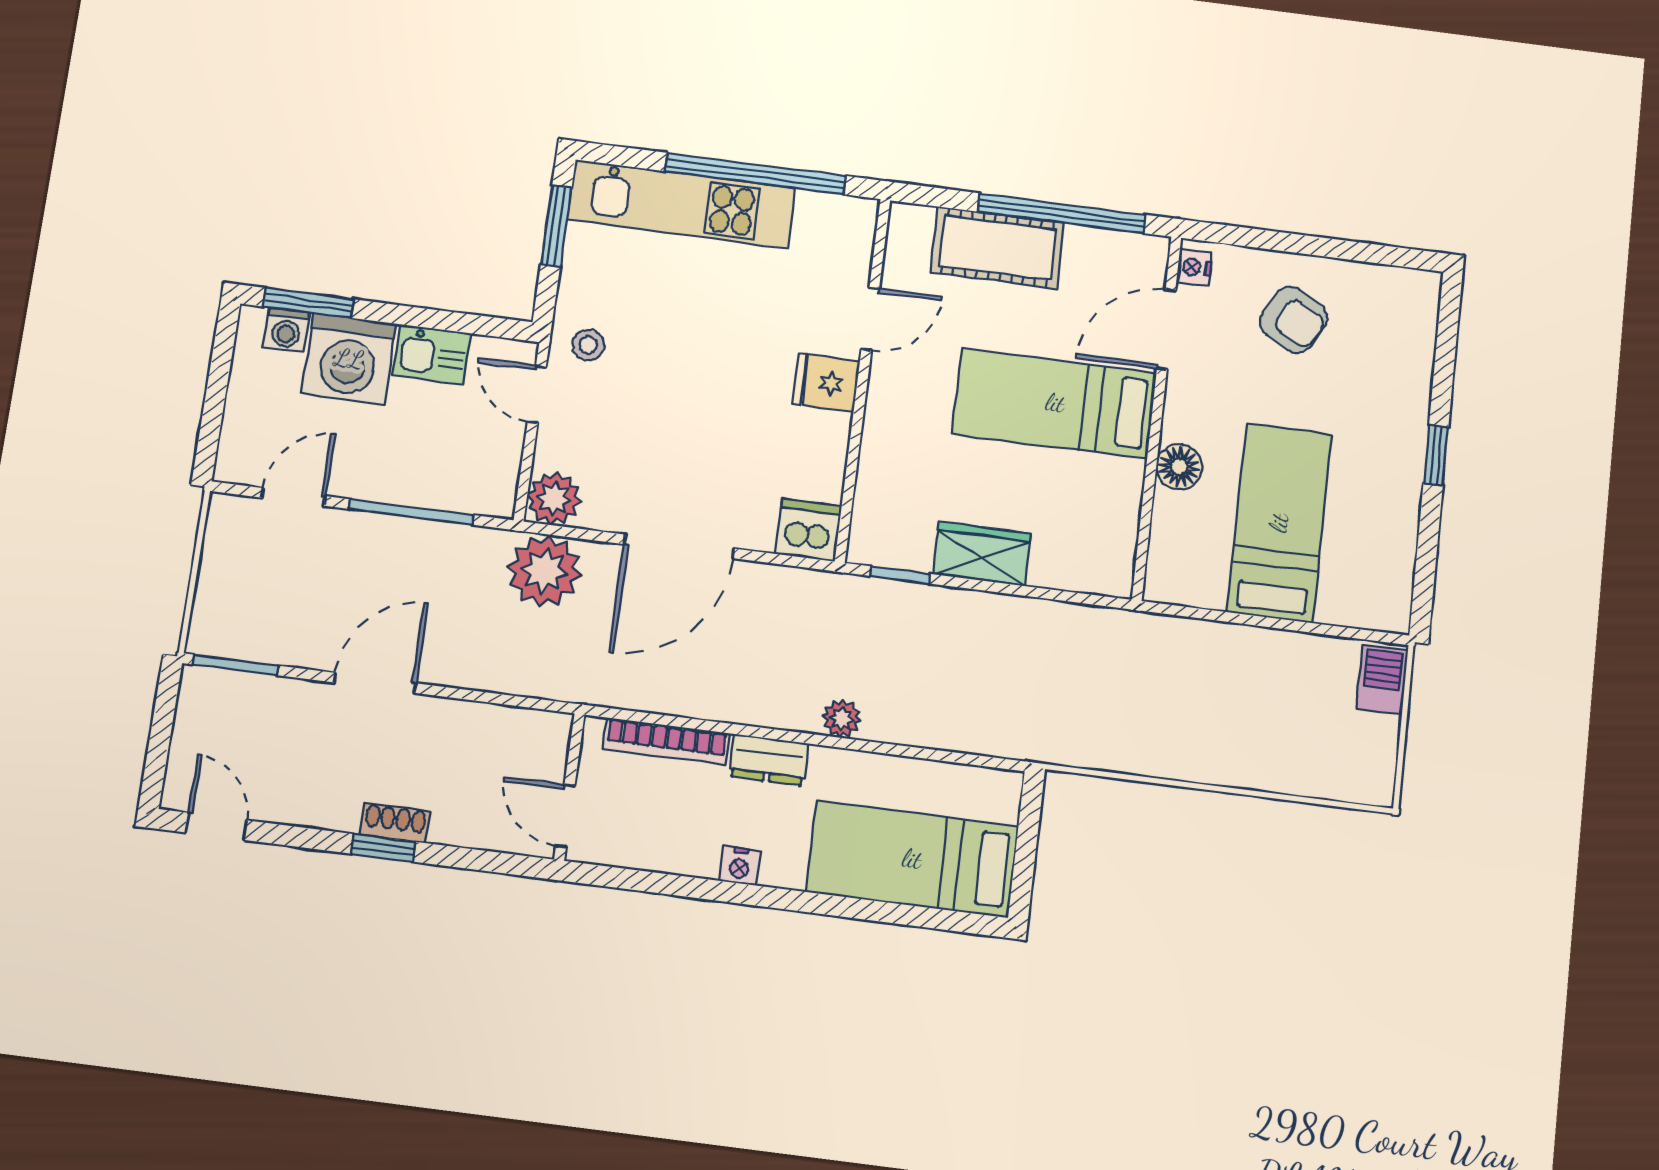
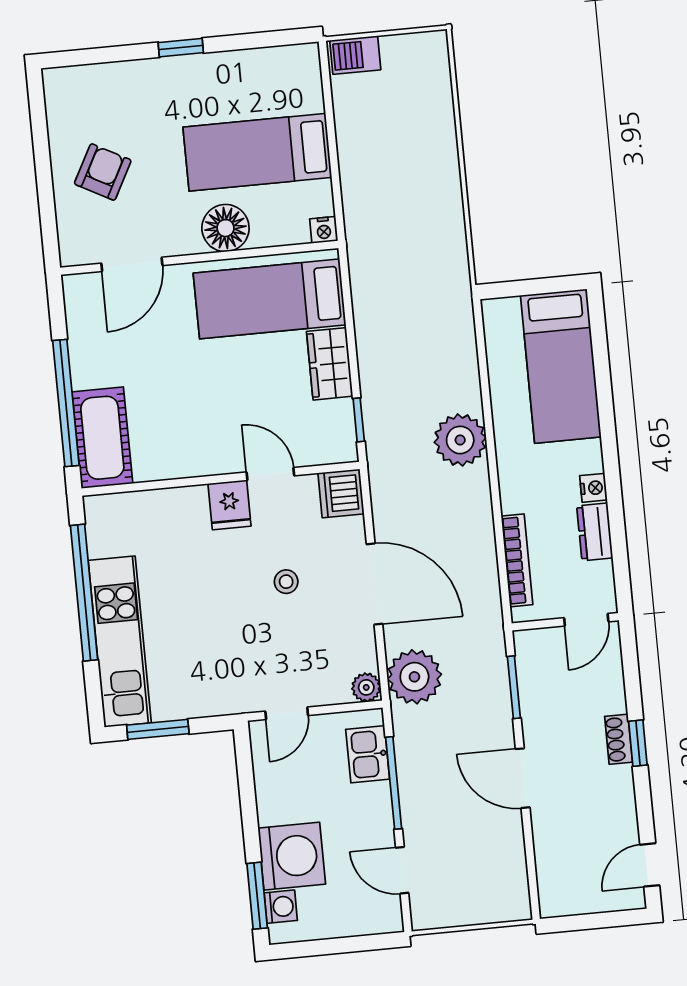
window: (1062, 213) -> (66, 403), moved
cot: (998, 248) -> (102, 438), moved
nightstand: (1194, 267) -> (324, 230), moved
door: (870, 319) -> (270, 474), moved
door: (1166, 329) -> (132, 264), hinge flipped
stool: (588, 345) -> (286, 582), moved
kitchen sink: (432, 354) -> (368, 754), moved, turned 180
bed: (1055, 403) -> (270, 299), moved, turned 90
floor lamp: (1179, 467) -> (225, 228), width x1.38, depth x1.38
plant: (554, 499) -> (366, 687), width x0.73, depth x0.73
window: (235, 665) -> (514, 687), moved
plant: (842, 719) -> (460, 440), width x1.88, depth x1.88
dresser: (769, 760) -> (595, 532), moved, turned 180

